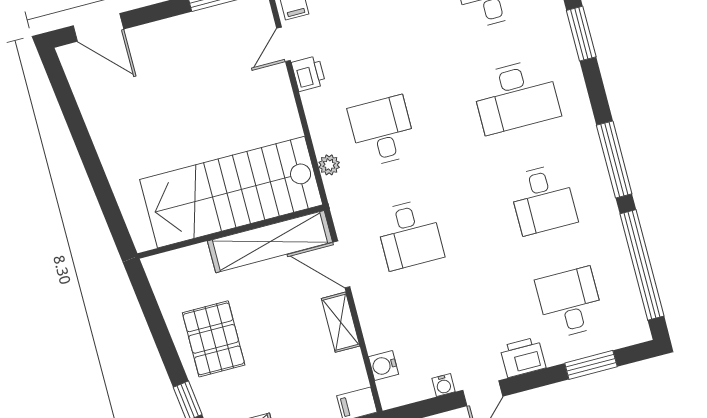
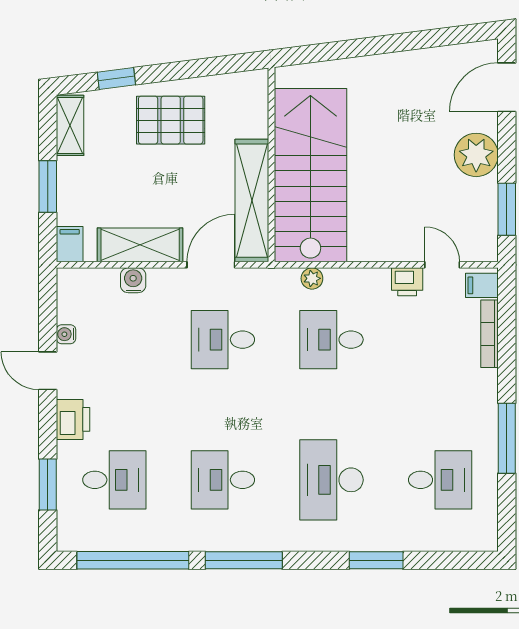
plant: (171, 39) -> (476, 155), added
desk: (382, 131) -> (331, 340), turned 180
shelving: (341, 322) -> (140, 245), width x1.50, depth x1.33
water cooler: (384, 365) -> (133, 280), moved

